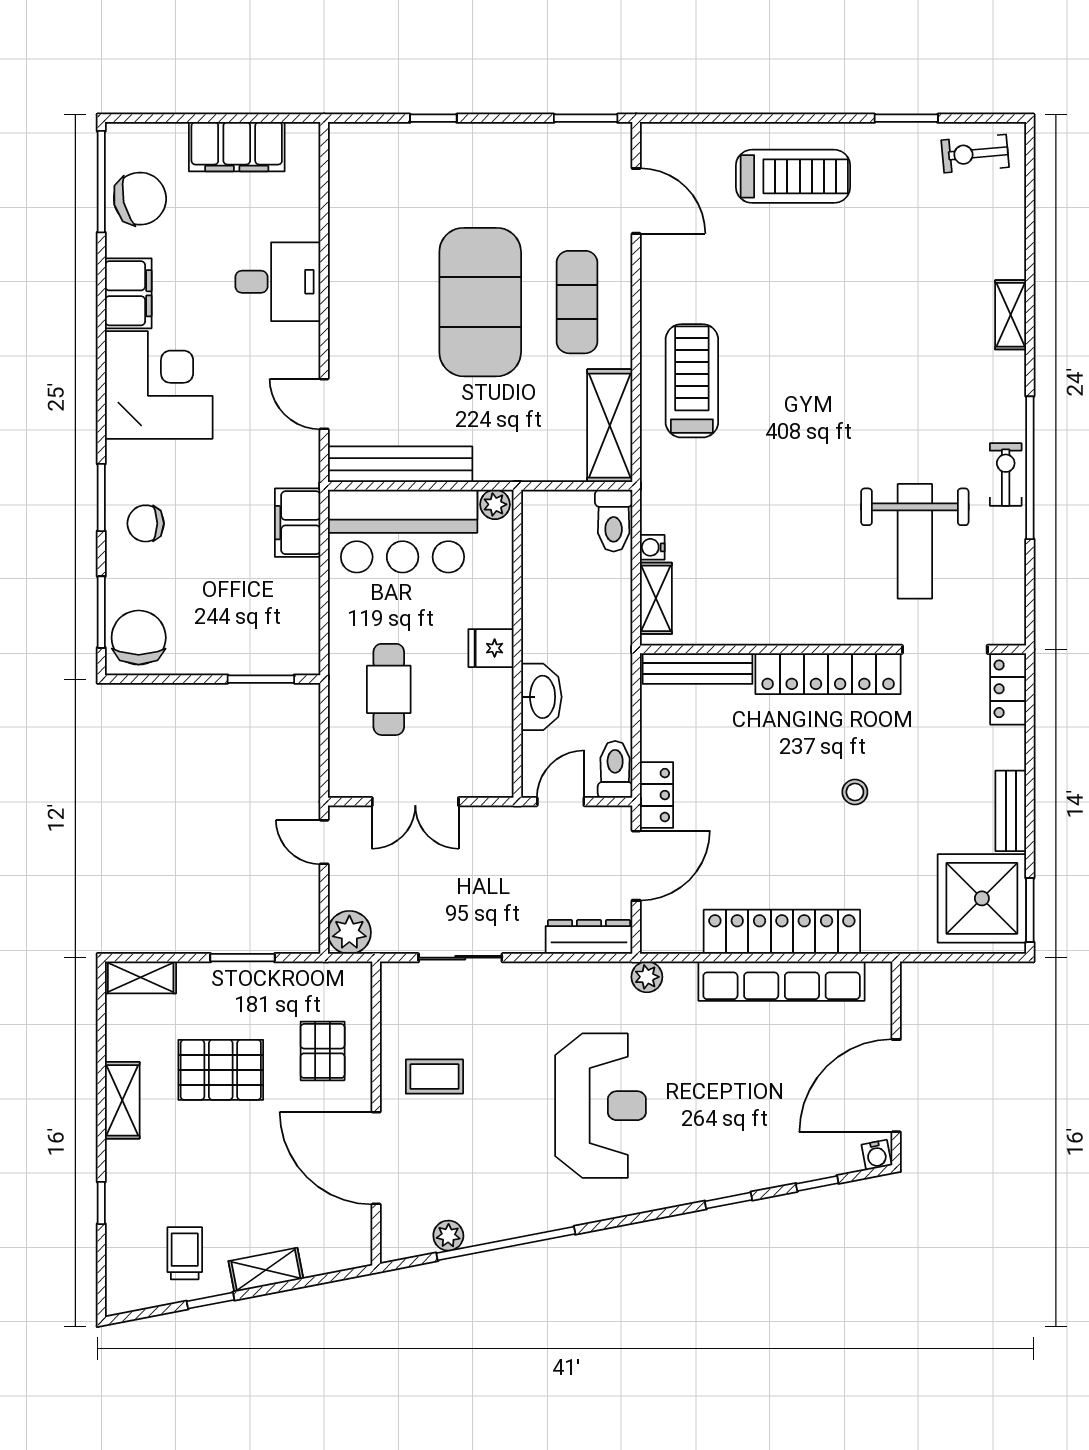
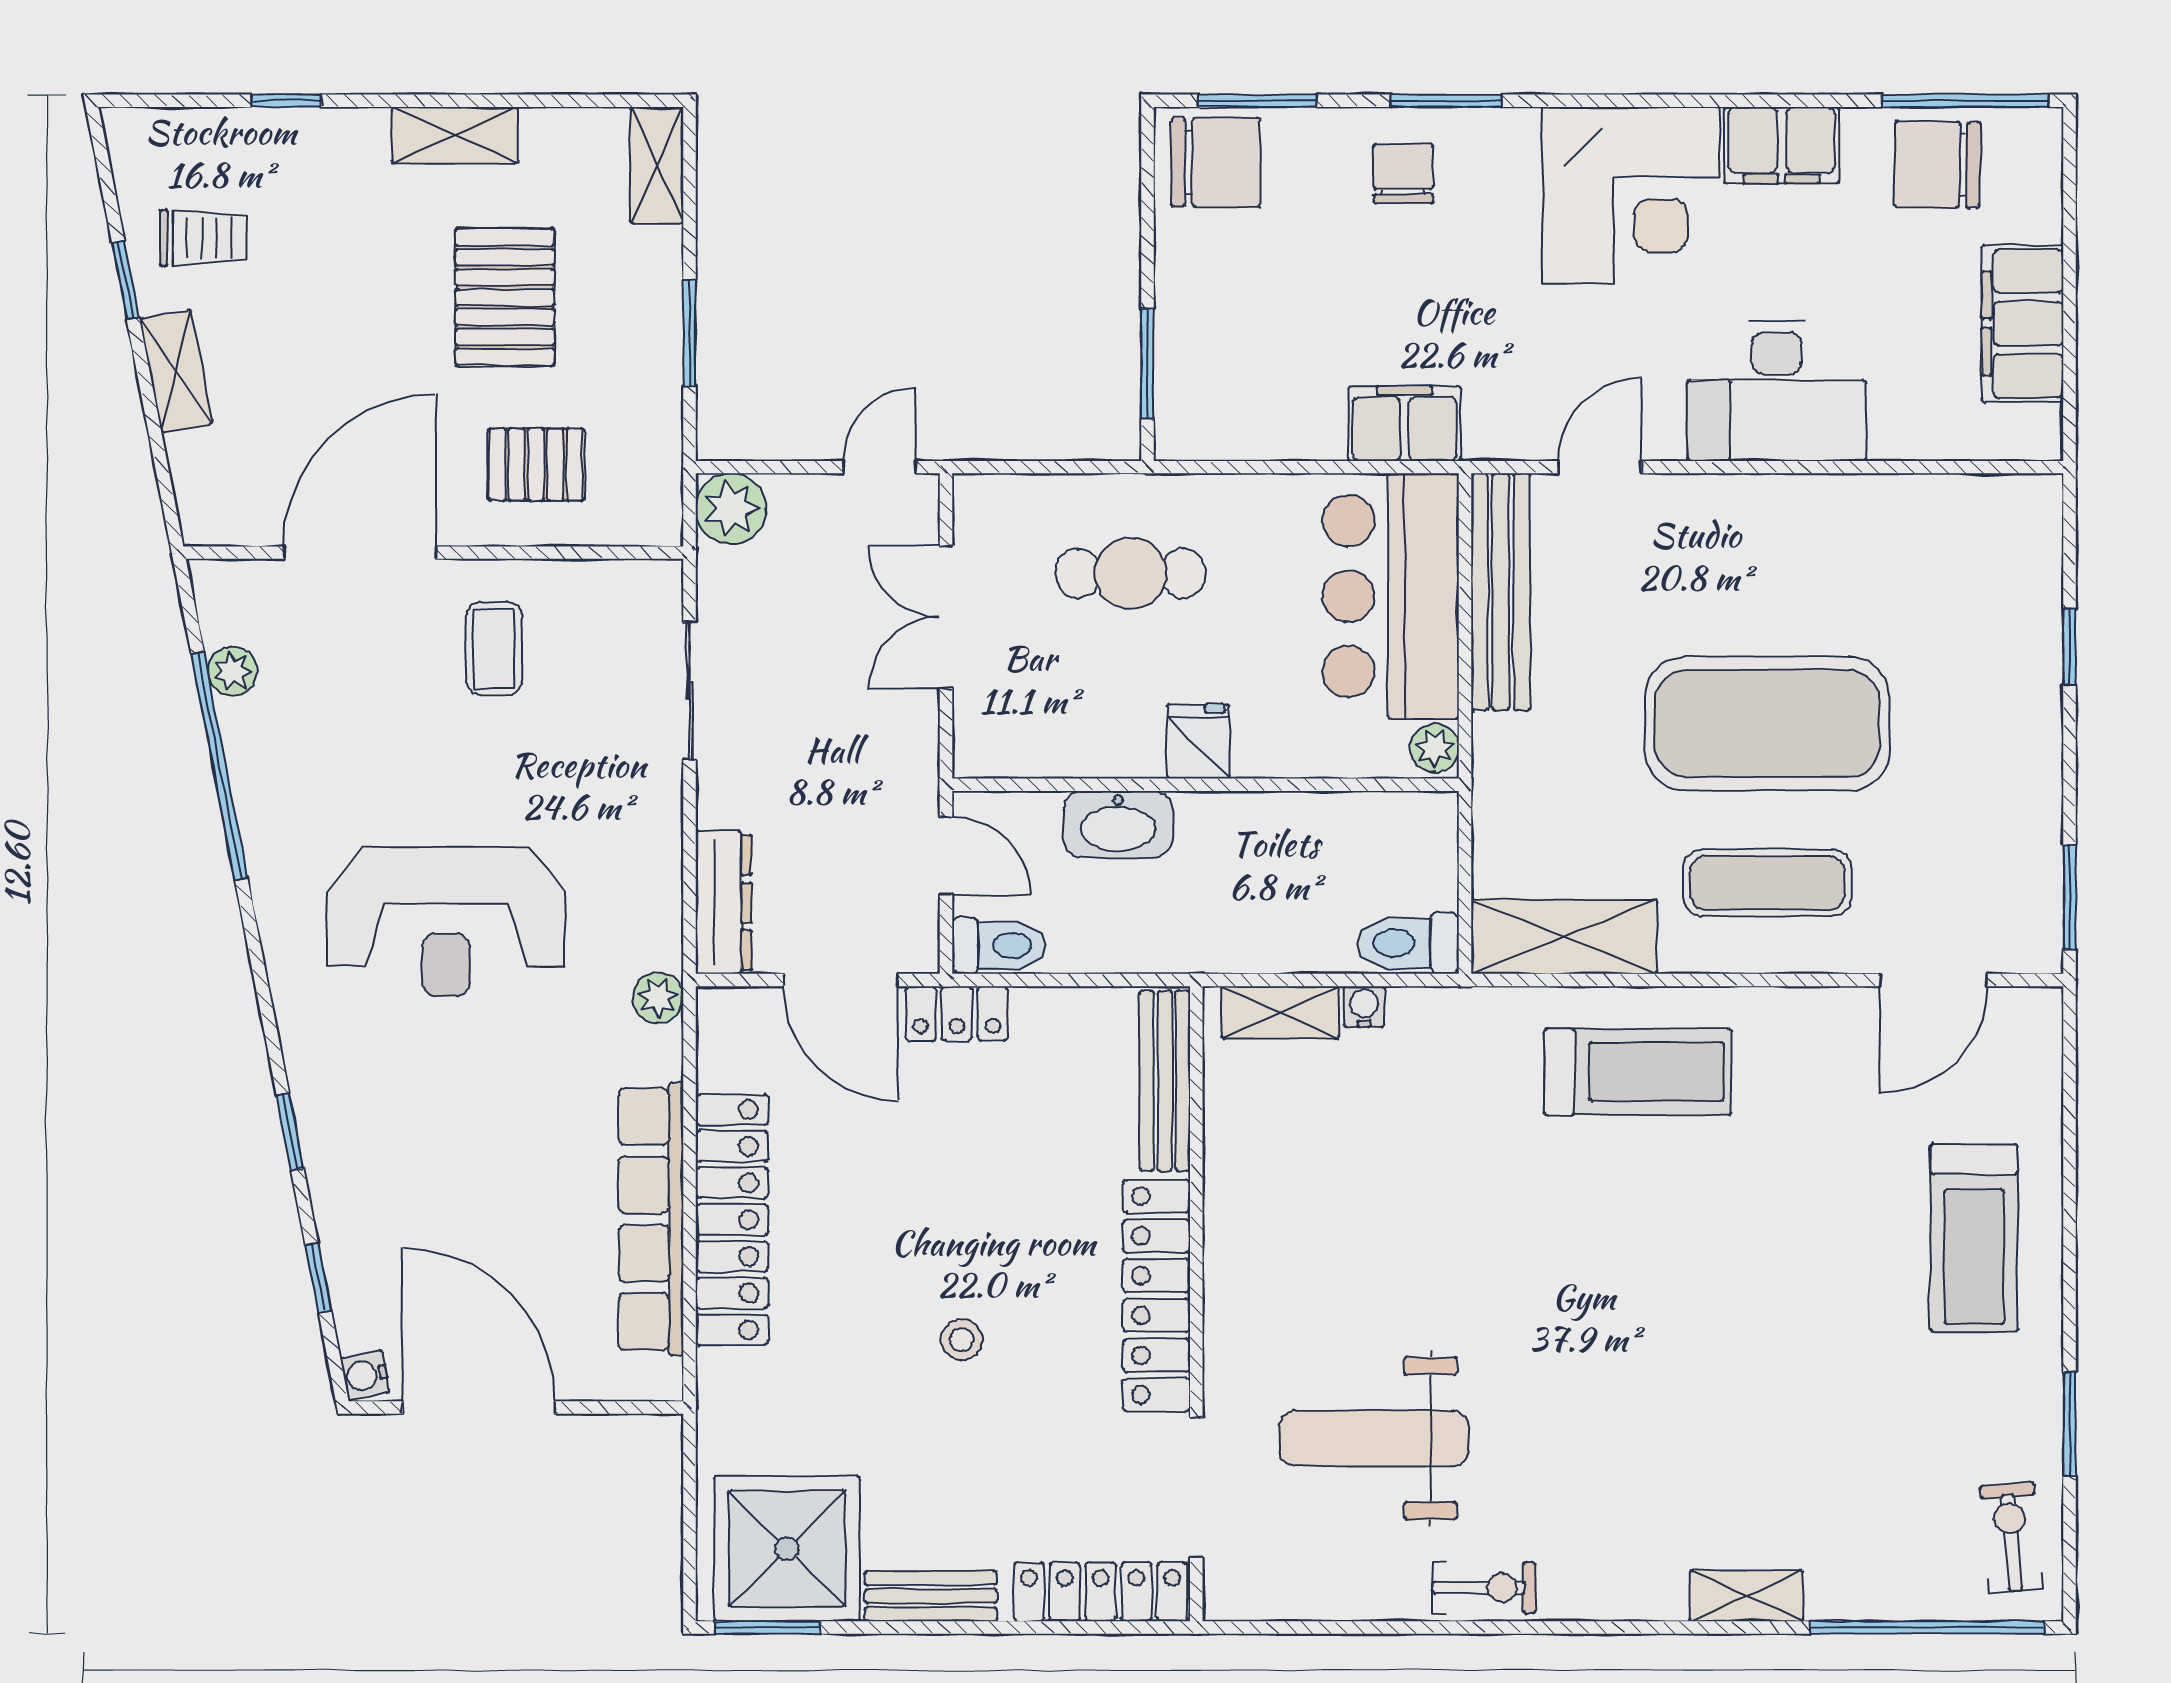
chair: (140, 199) -> (1937, 164), turned 104
desk: (278, 282) -> (1777, 391), width x1.37
window: (1030, 468) -> (1927, 1627), moved
locker: (1008, 689) -> (1101, 1592), width x1.53

